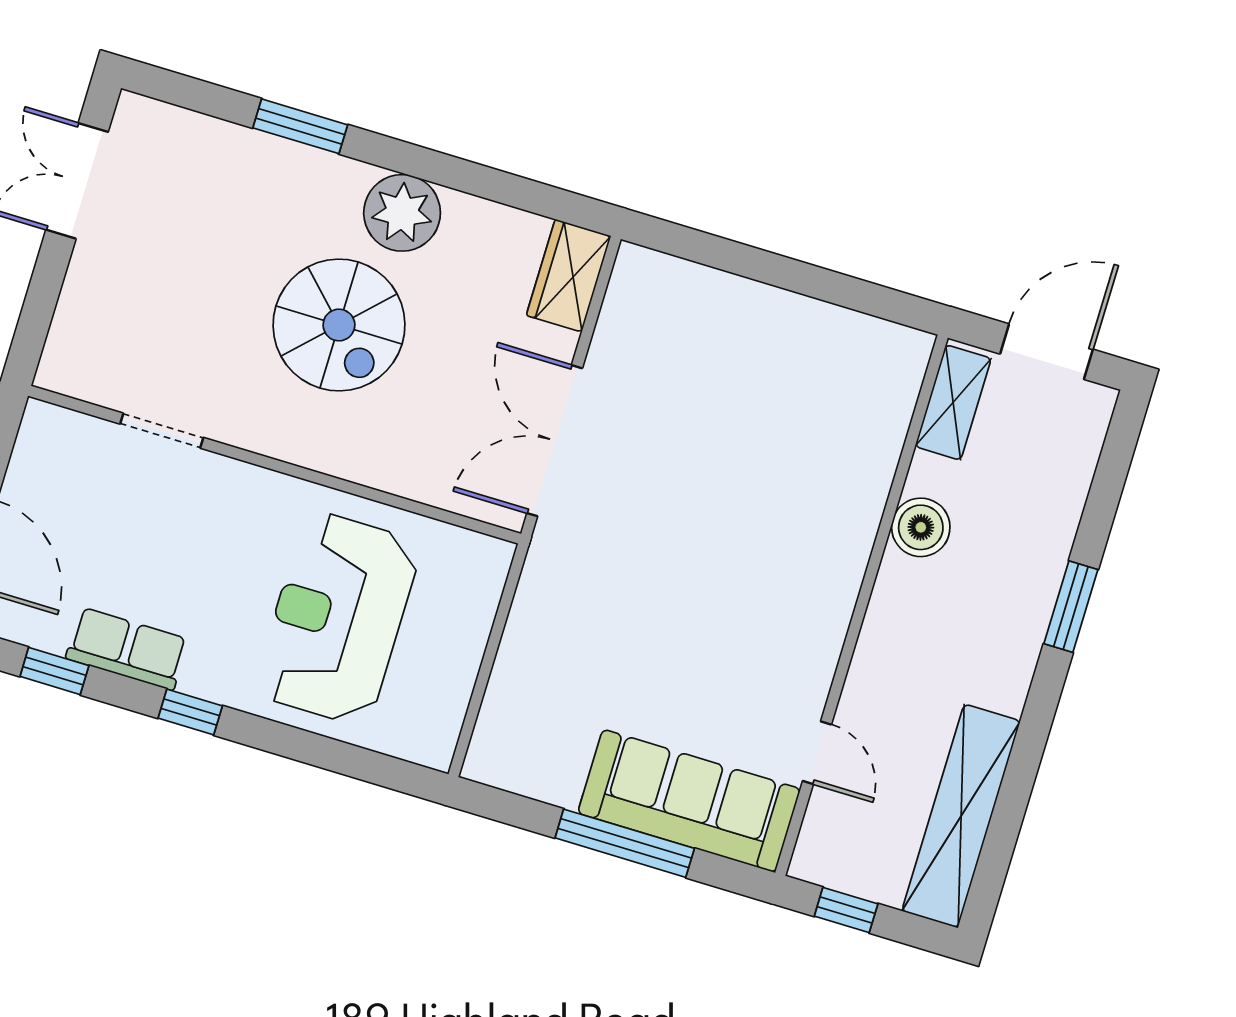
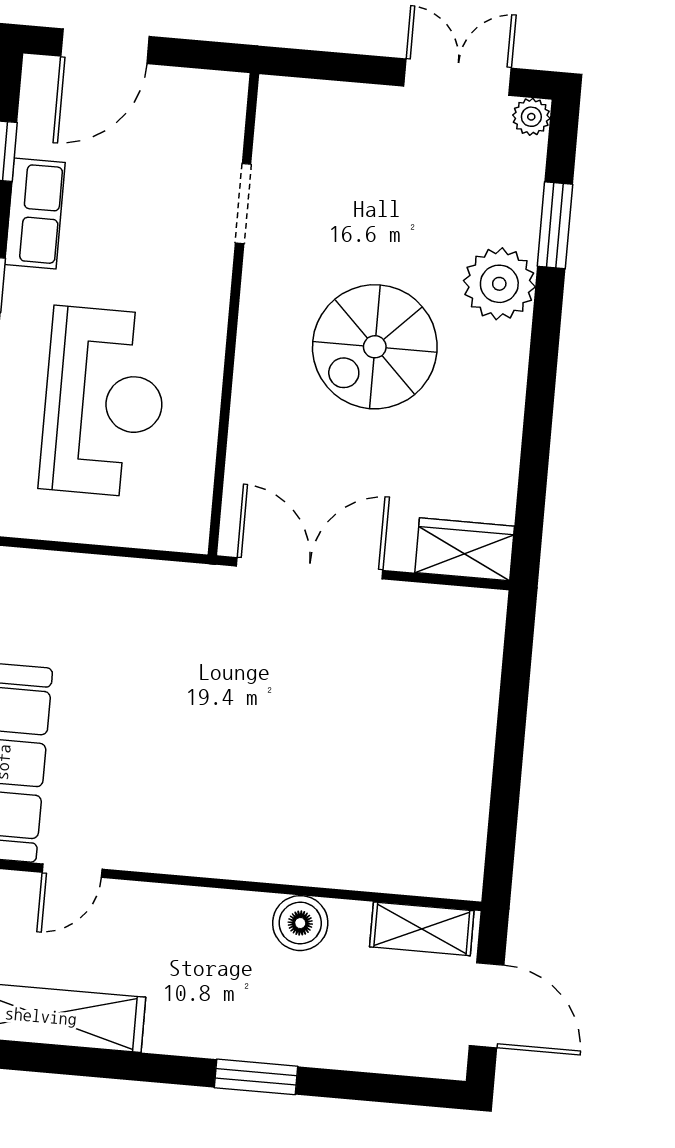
plant: (134, 113) -> (531, 117), added
window: (300, 126) -> (555, 225), moved
plant: (402, 213) -> (499, 284), moved
reception desk: (337, 618) -> (104, 402), turned 90

